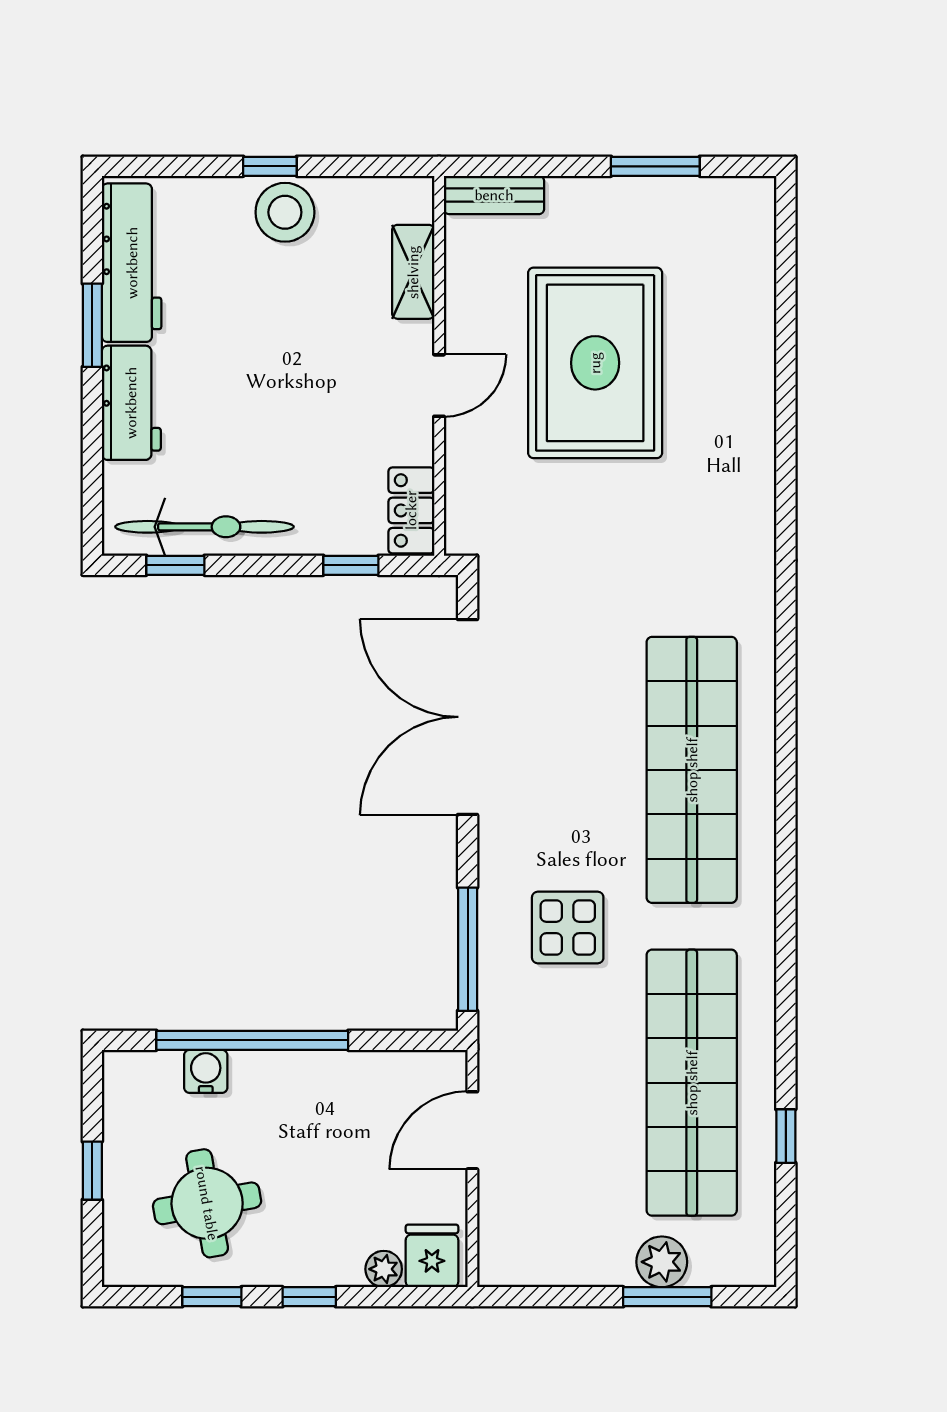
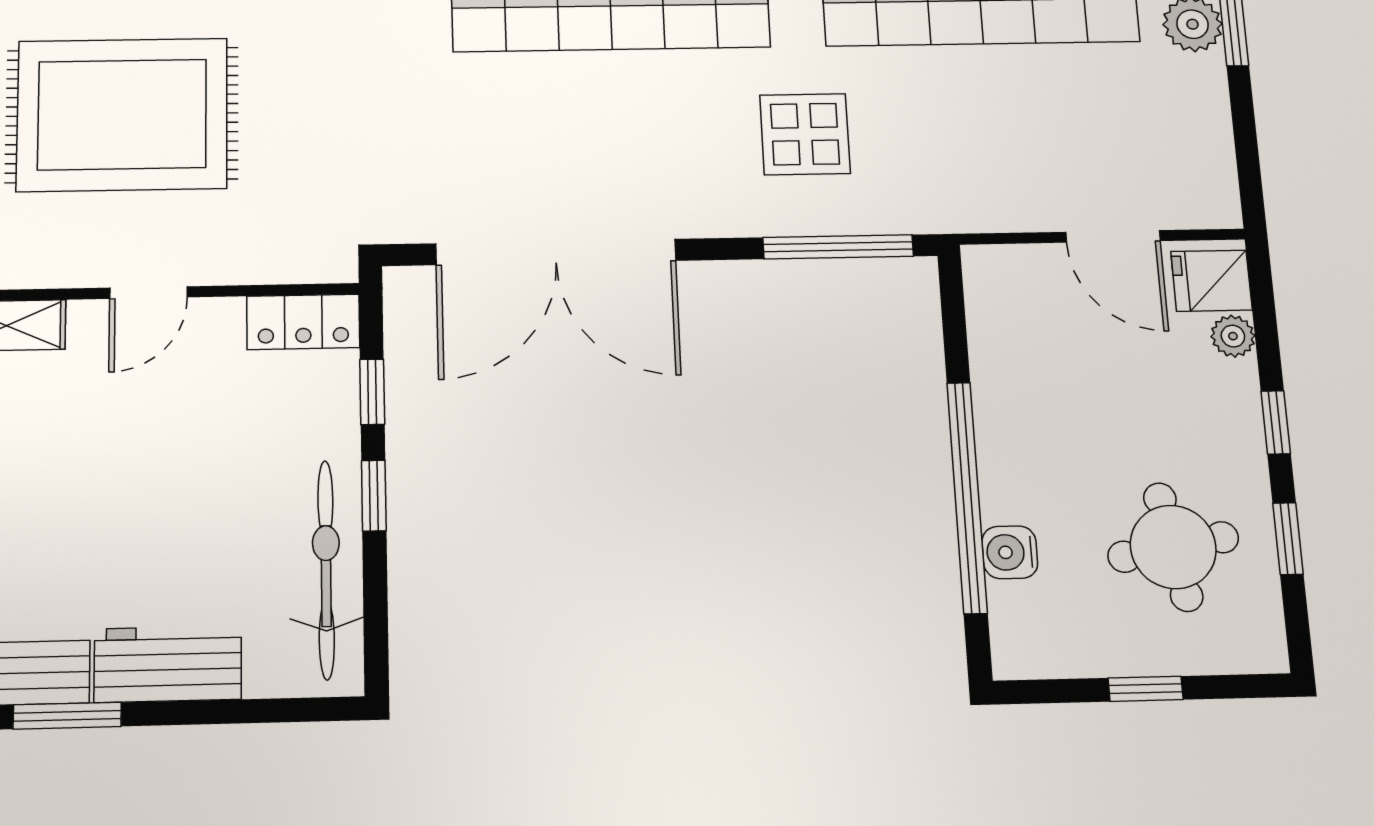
door: (439, 386) -> (148, 293), swing flipped
window: (175, 565) -> (374, 496), moved
door: (472, 1130) -> (1113, 236), moved

